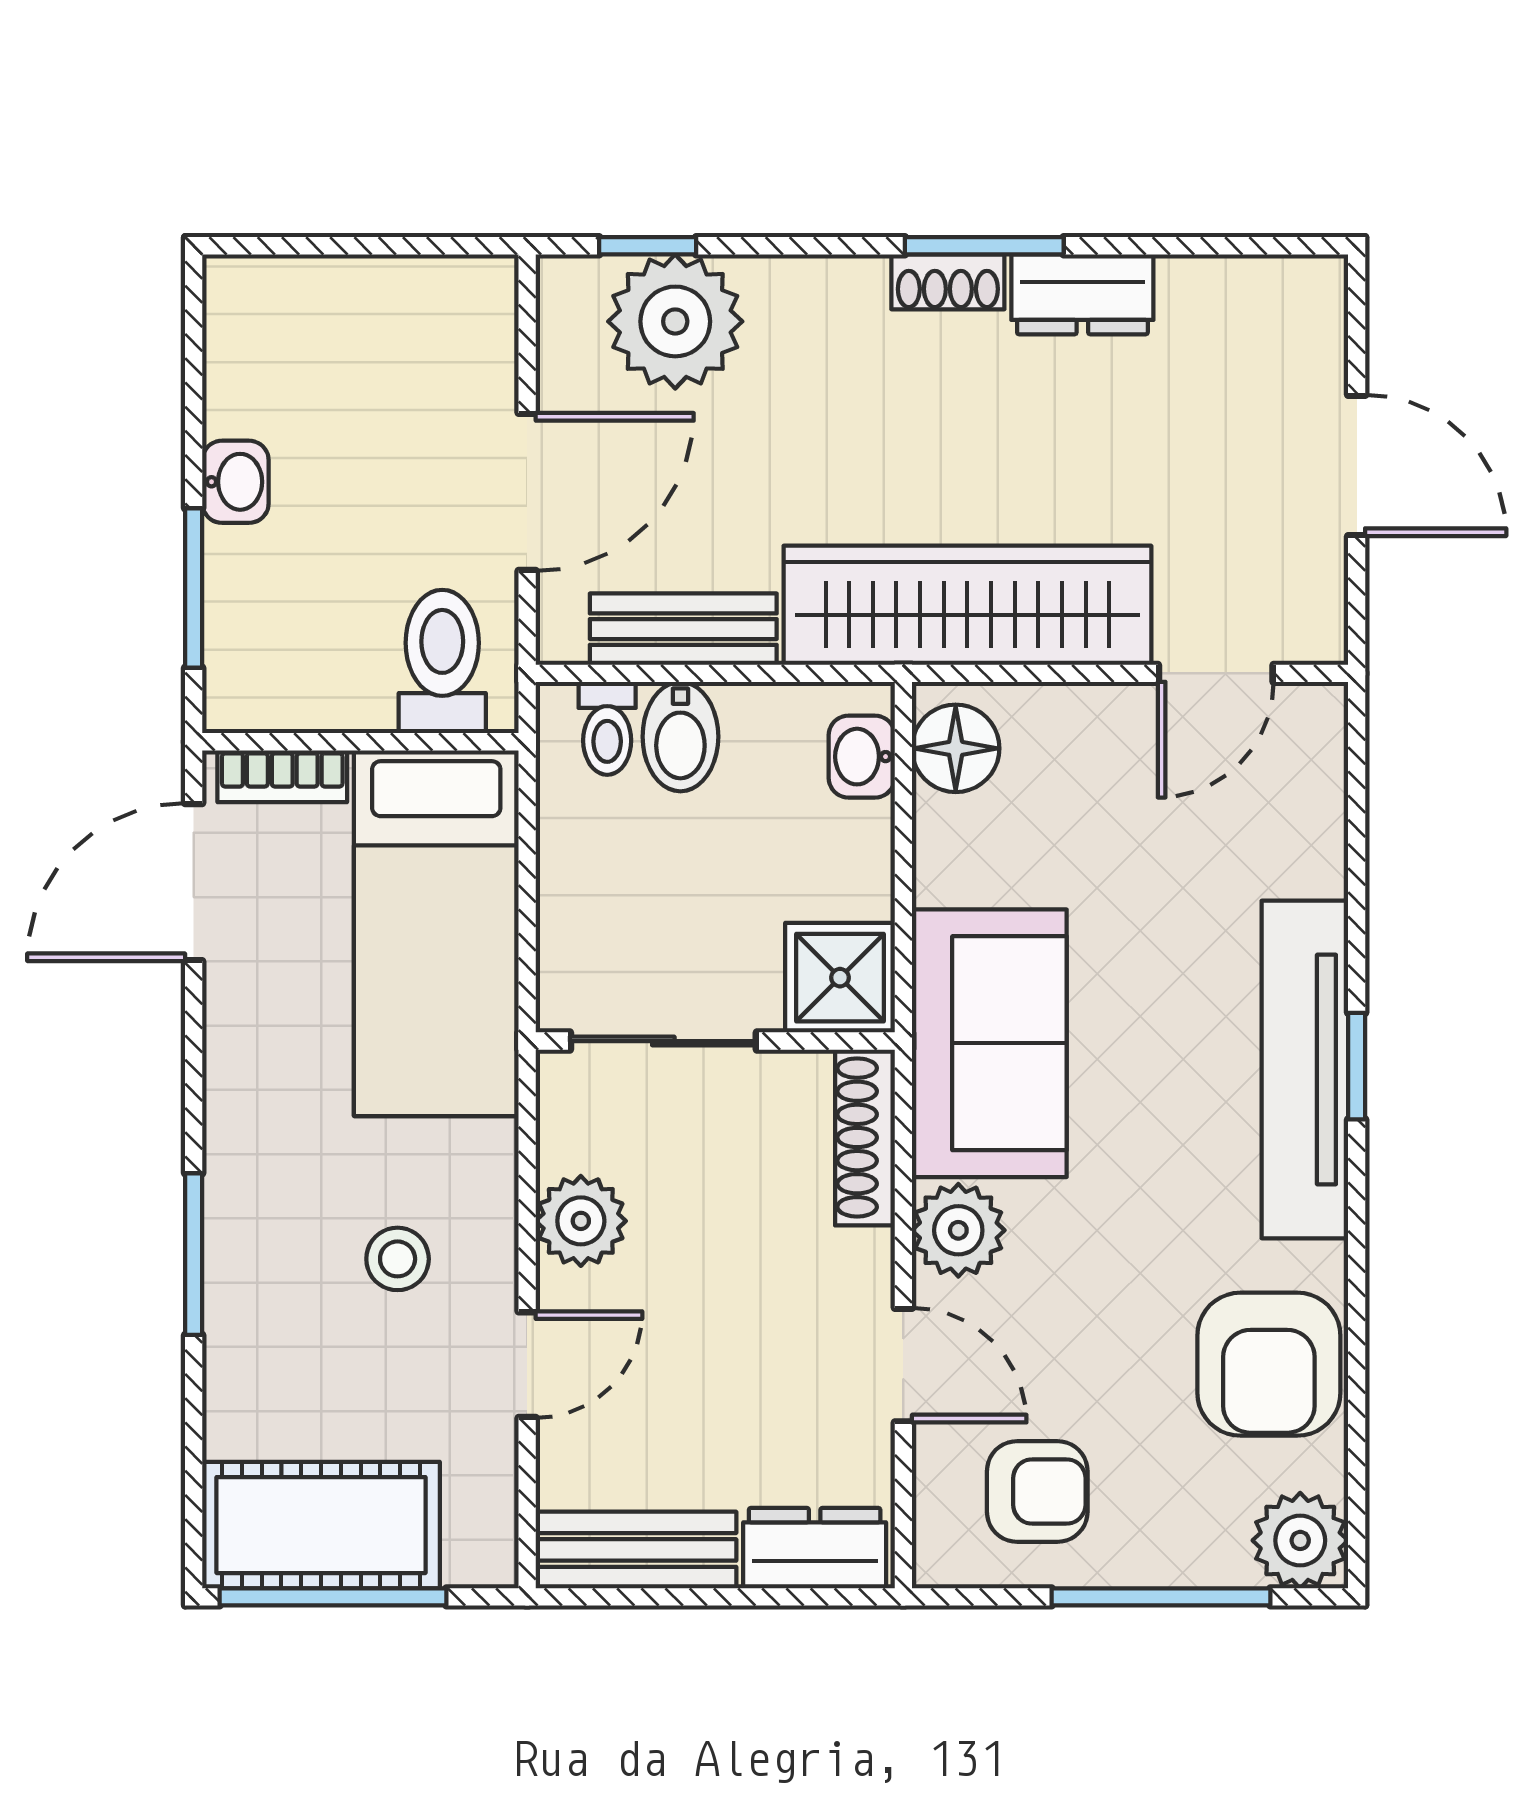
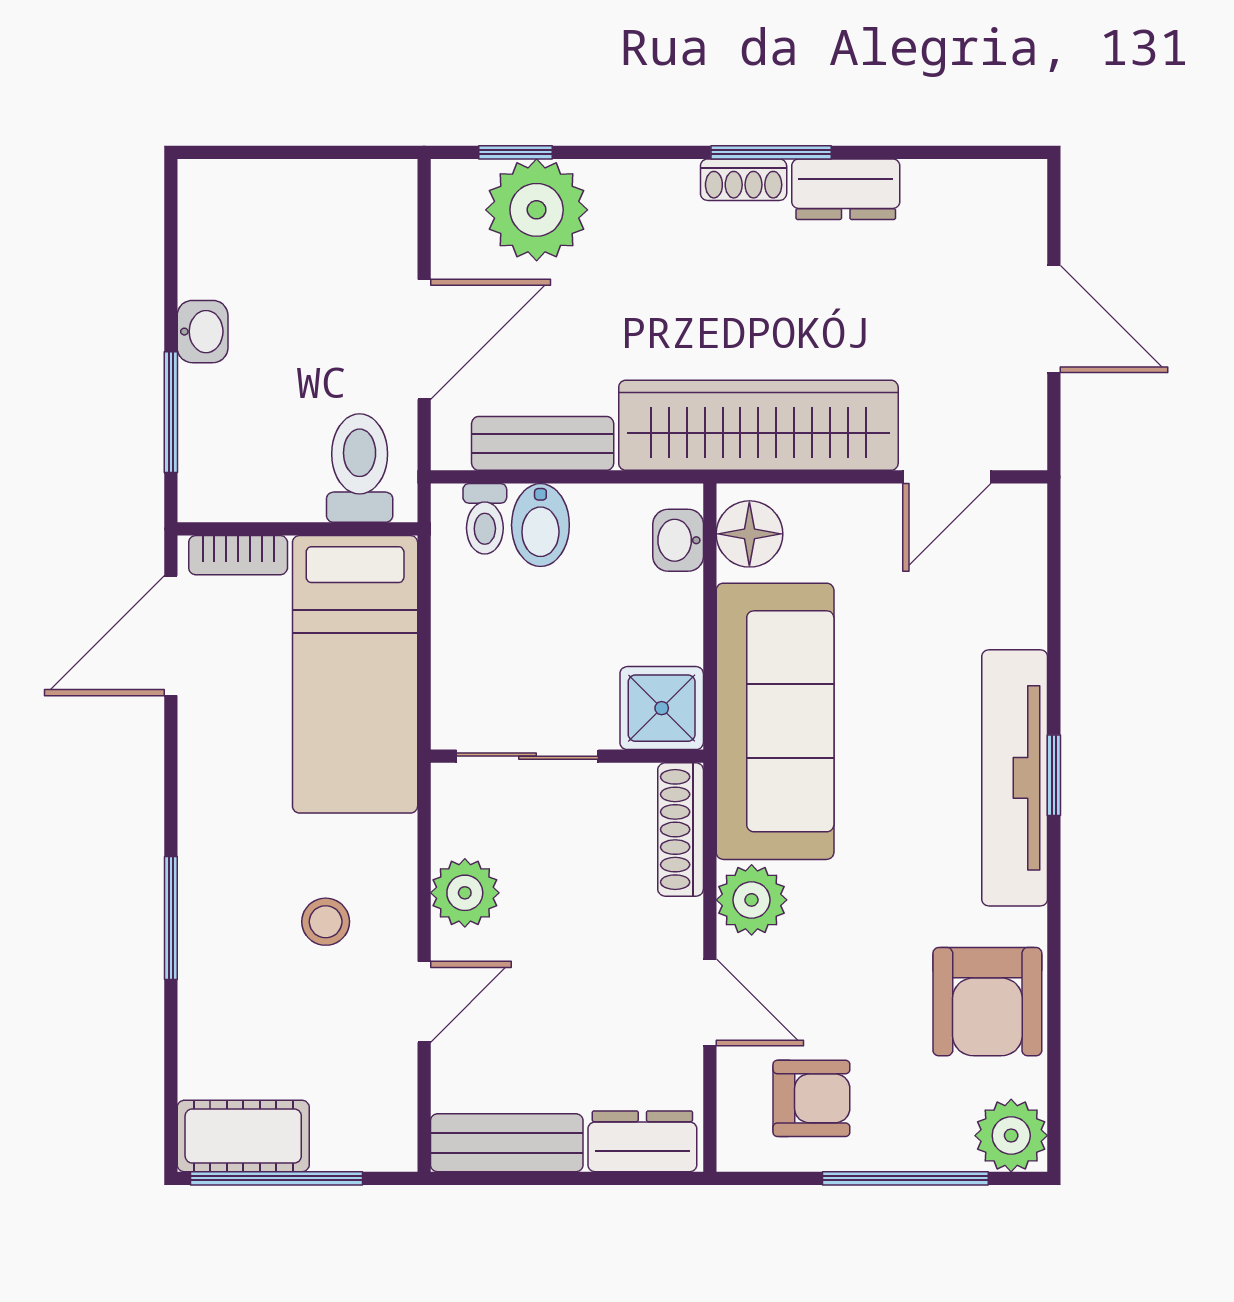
sofa: (989, 1043) -> (775, 721), width x1.36
cot: (321, 1525) -> (243, 1136), width x0.73, depth x0.75

